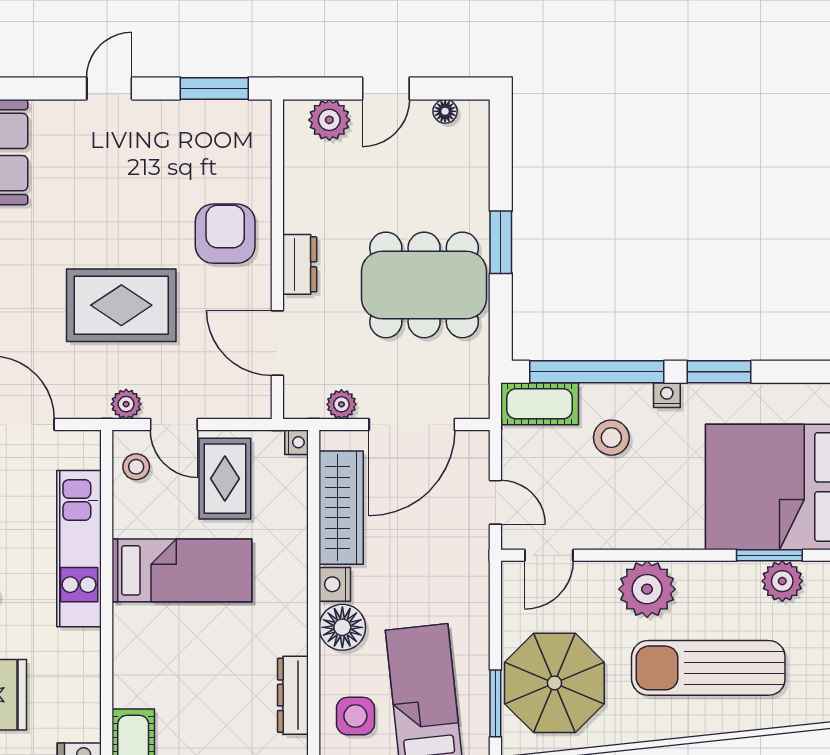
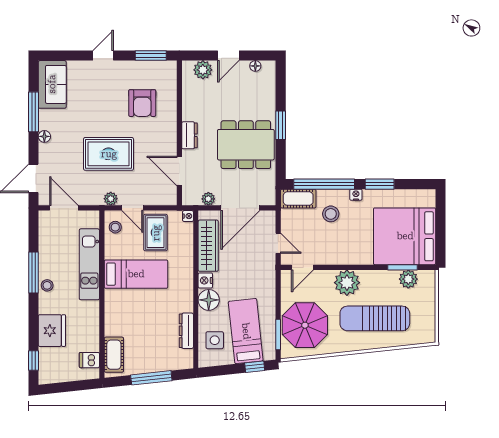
armchair: (225, 234) -> (142, 103), moved, turned 180

